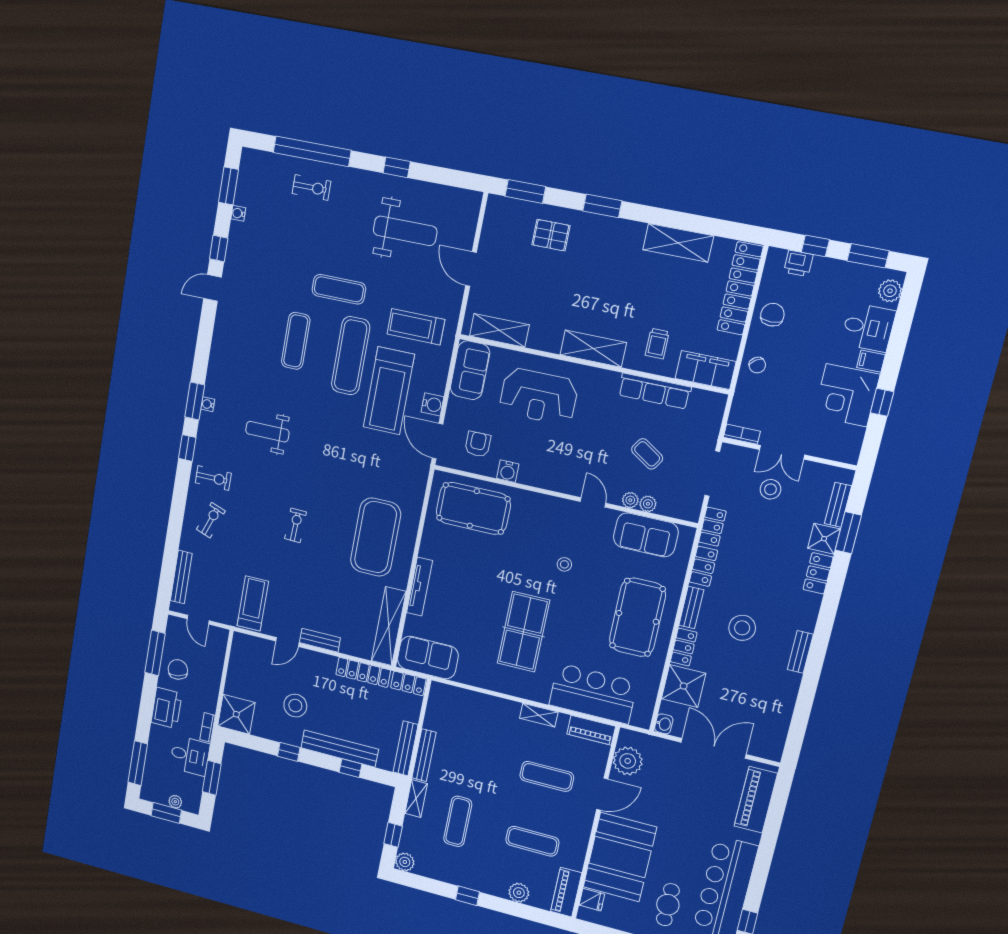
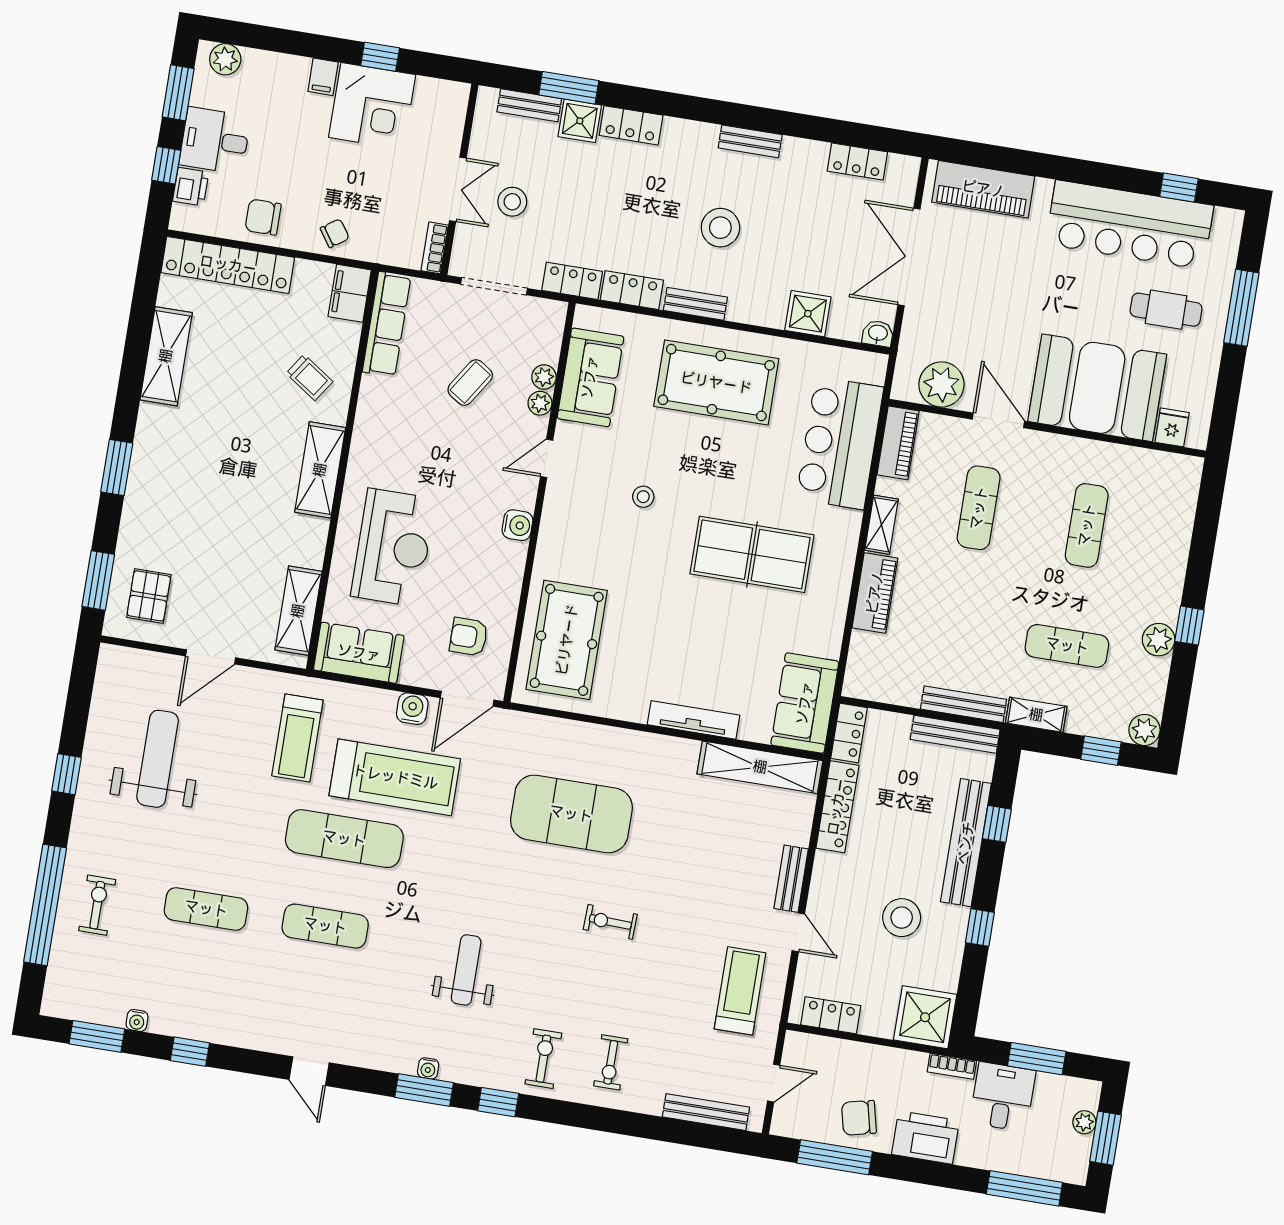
pallet: (551, 235) -> (149, 596), moved
door: (212, 288) -> (309, 1071), moved
exercise mat: (339, 289) -> (206, 909), moved, turned 90
desk: (868, 327) -> (215, 141), moved, turned -90
trolley: (657, 344) -> (309, 377), turned 34
filing cabinet: (705, 370) -> (350, 293), width x0.67, depth x0.86
row of seats: (655, 391) -> (387, 324), moved
weight bench: (267, 432) -> (466, 970), turned 180
water cooler: (508, 471) -> (517, 525), moved
exercise bike: (211, 520) -> (611, 1062), turned -110
exercise mat: (376, 537) -> (571, 814), moved
treadmill: (253, 603) -> (740, 991), turned 90
locker: (684, 647) -> (857, 162), moved, turned 180
locker: (238, 658) -> (831, 1015), added
shower: (684, 686) -> (808, 314), width x0.73, depth x0.73
piano: (566, 892) -> (875, 593), moved, turned -90
plant: (519, 893) -> (1159, 640), moved

